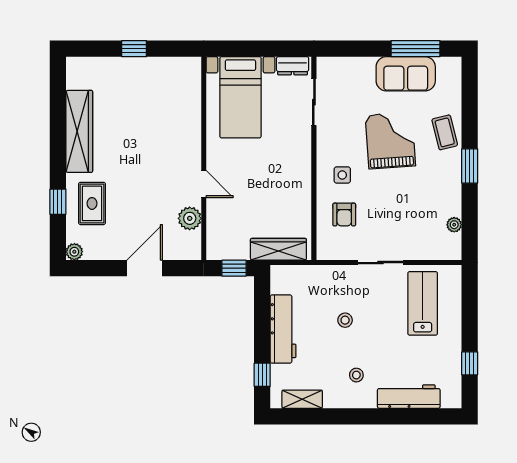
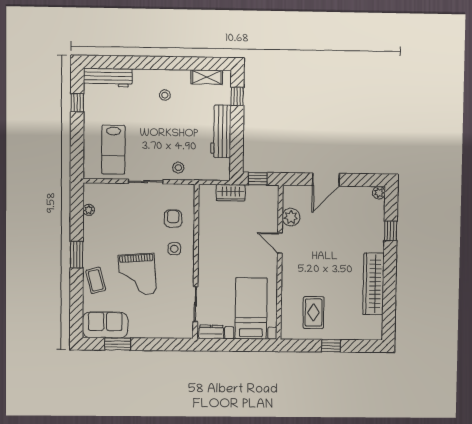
window: (416, 49) -> (118, 344), width x0.69
sofa: (406, 74) -> (105, 325), moved
rug: (92, 203) -> (314, 313), moved
wardrobe: (278, 249) -> (231, 193), width x0.67
stool: (345, 320) -> (178, 168), moved
workbench: (409, 397) -> (108, 78), moved

